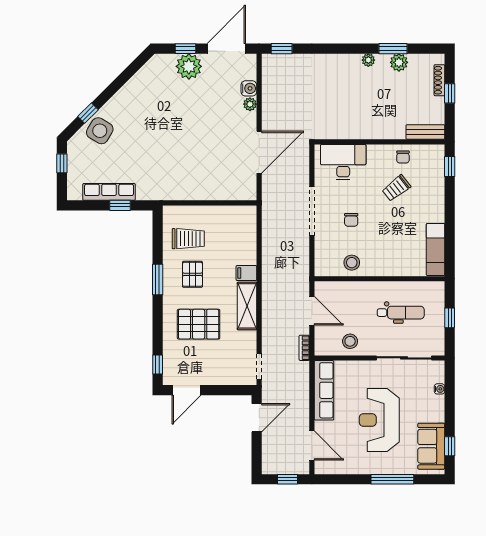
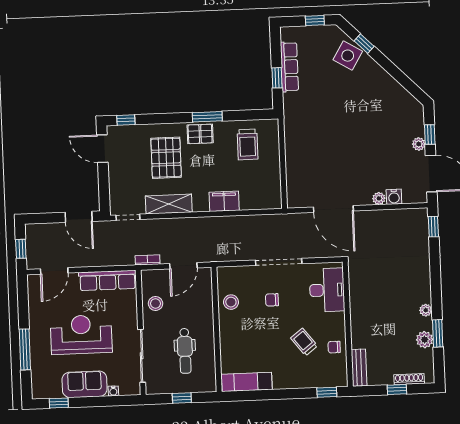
plant: (189, 66) -> (419, 144), width x0.53, depth x0.53
filing cabinet: (246, 273) -> (224, 201), width x2.00
pallet: (192, 274) -> (200, 134), moved
shelving: (247, 306) -> (169, 204), moved
sofa: (431, 446) -> (85, 384), moved

